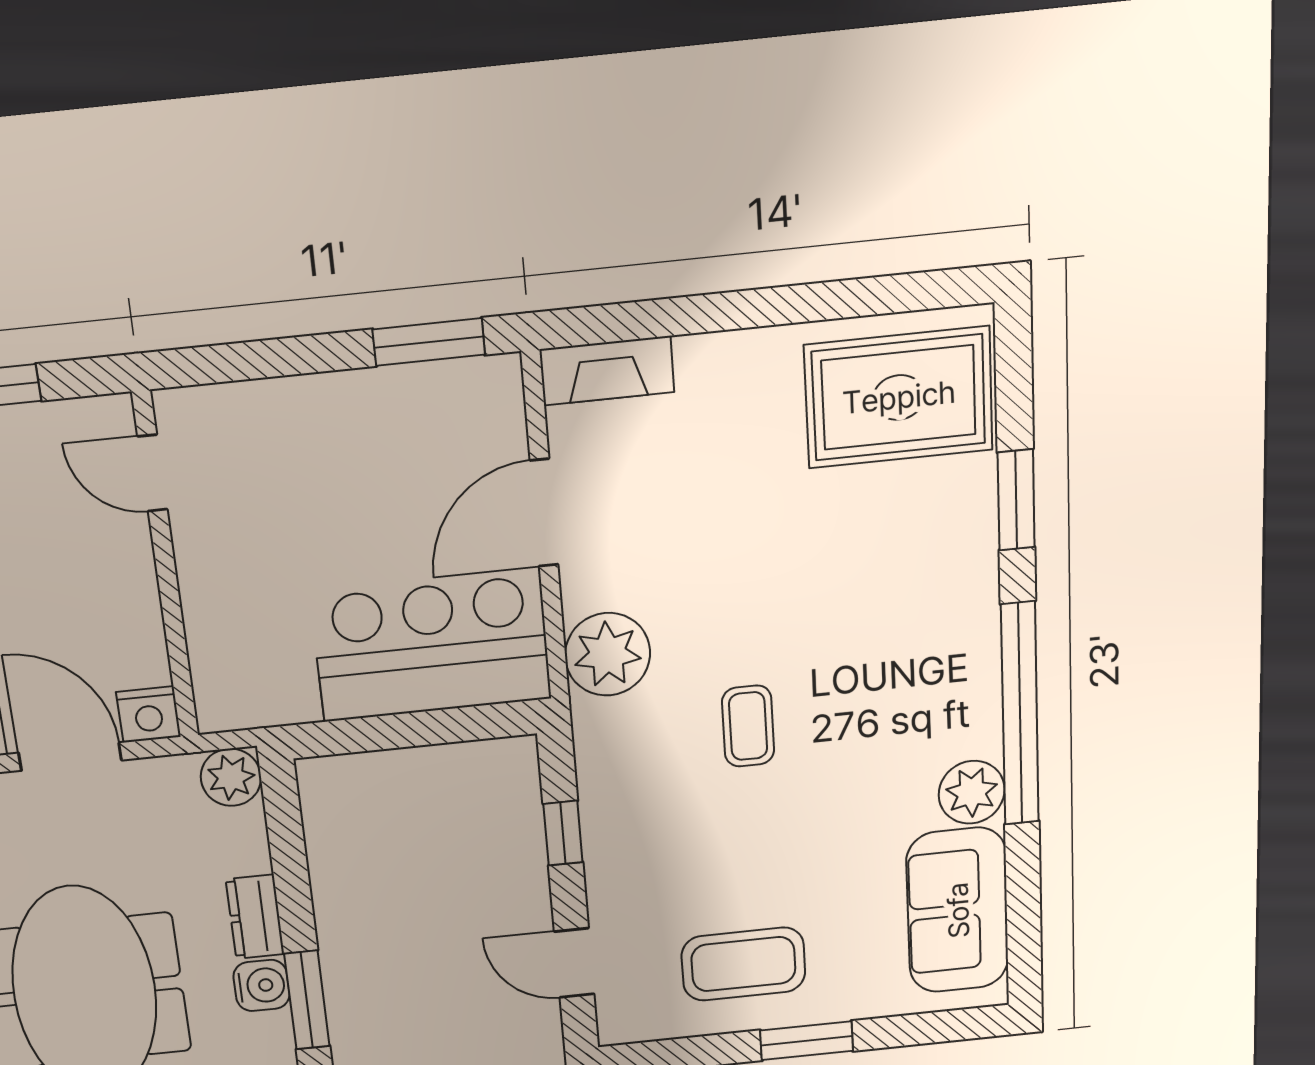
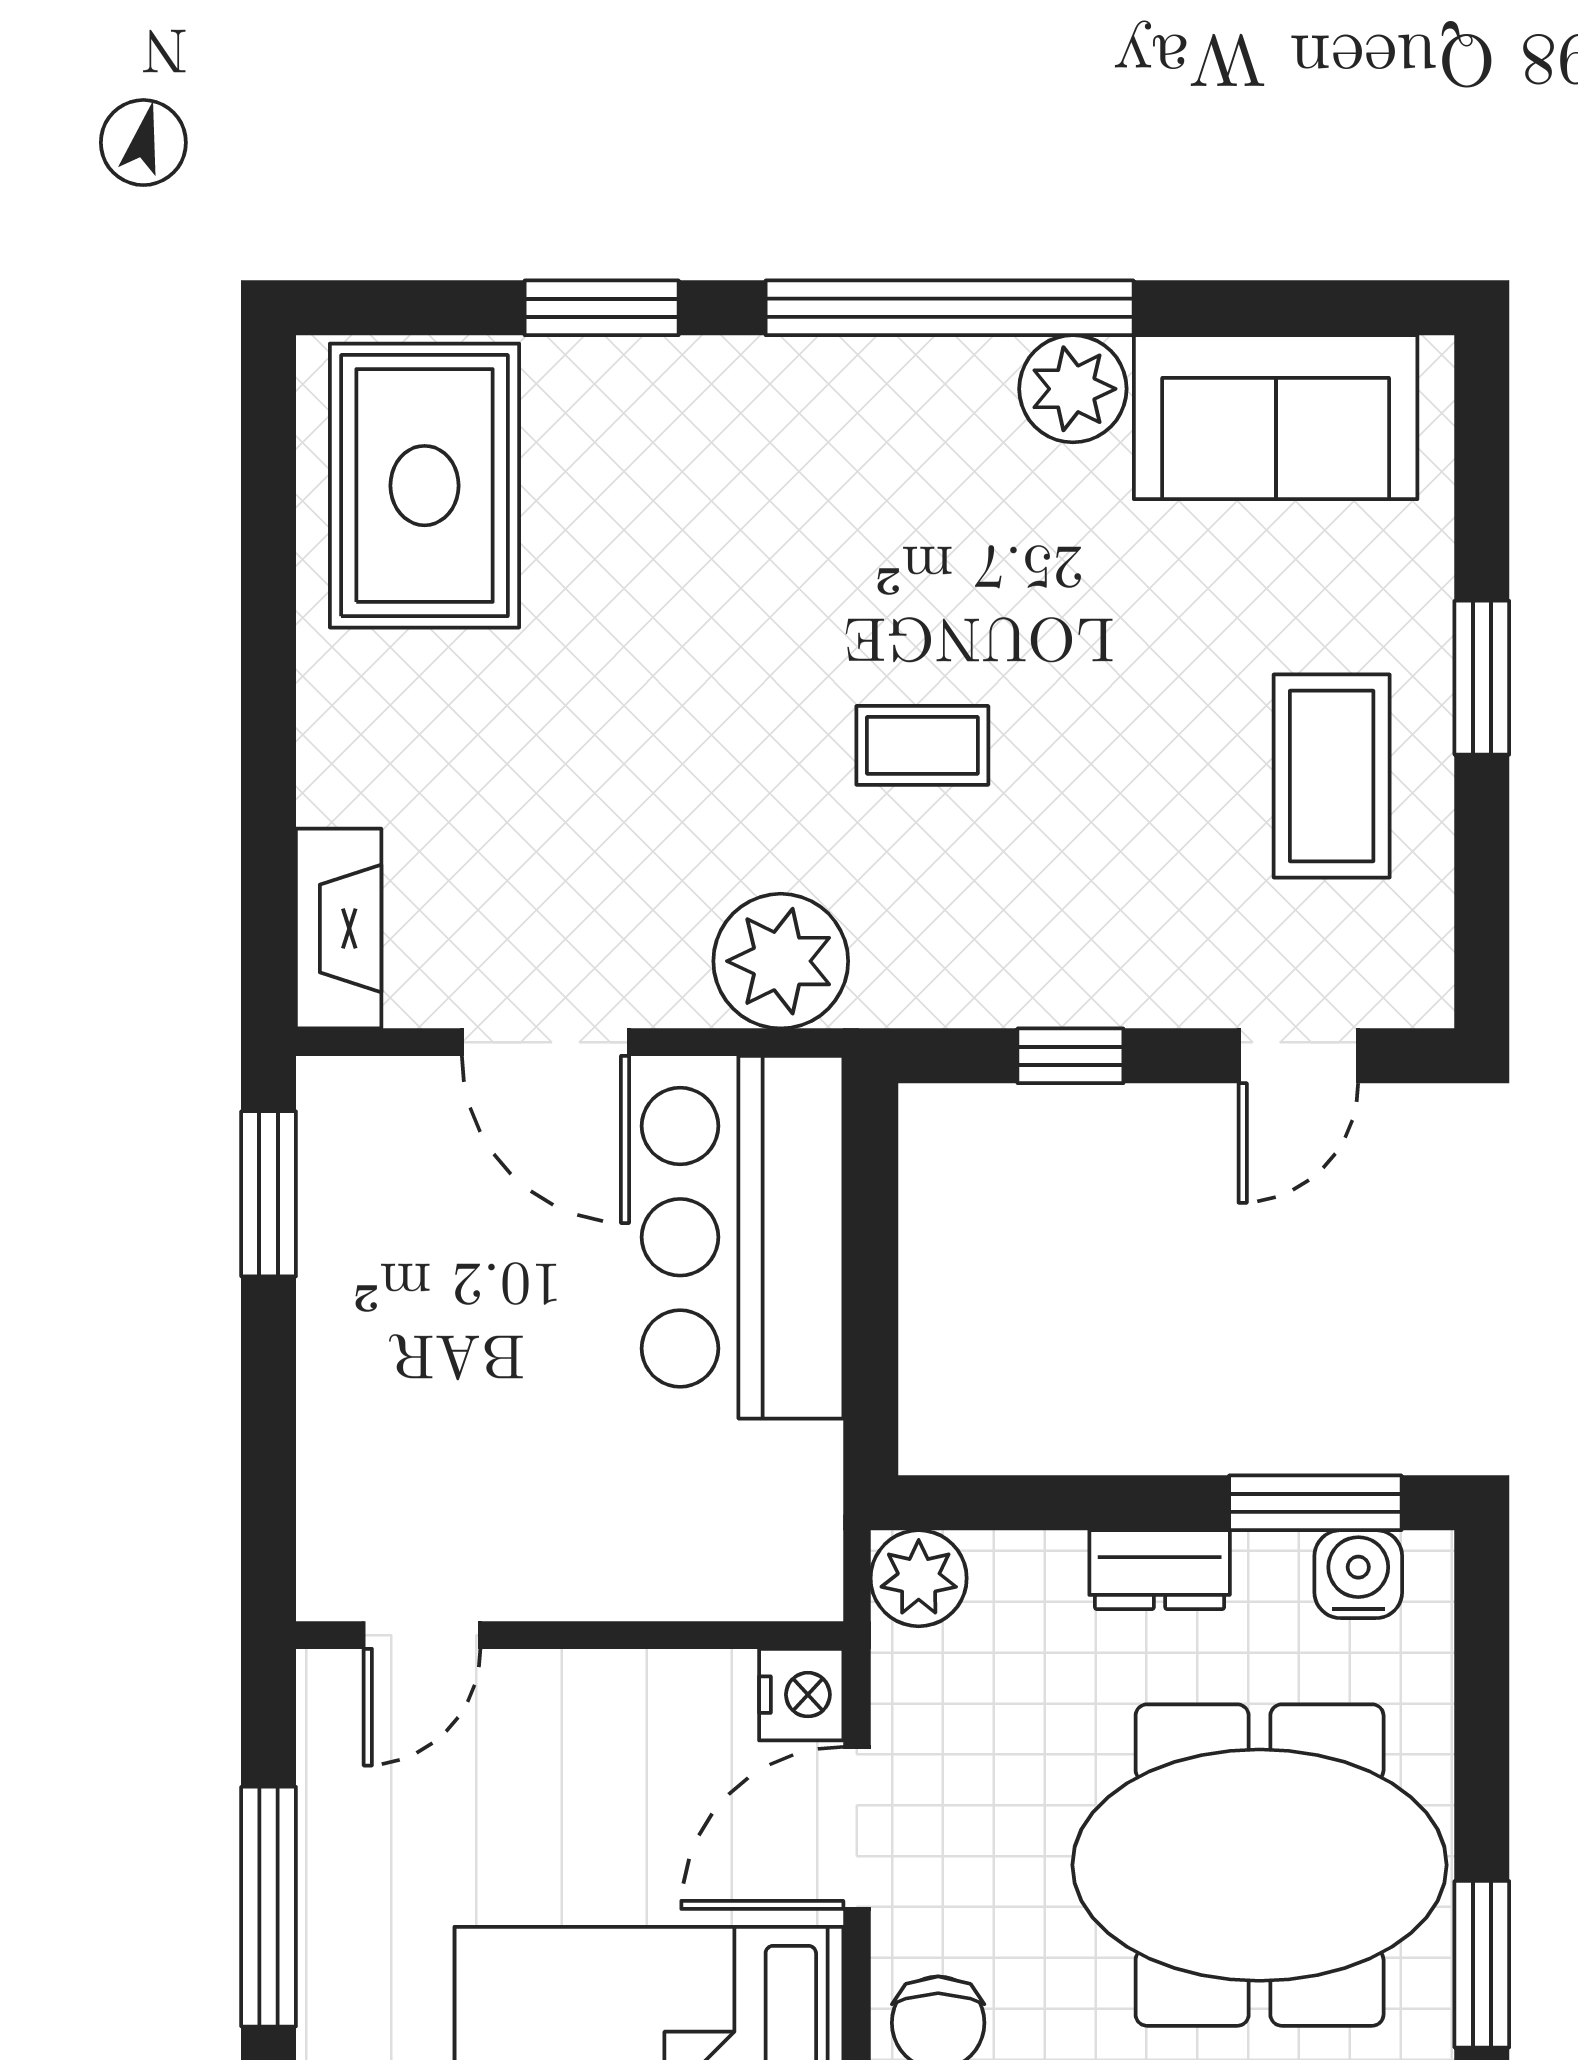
water cooler: (262, 985) -> (1358, 1574), moved

